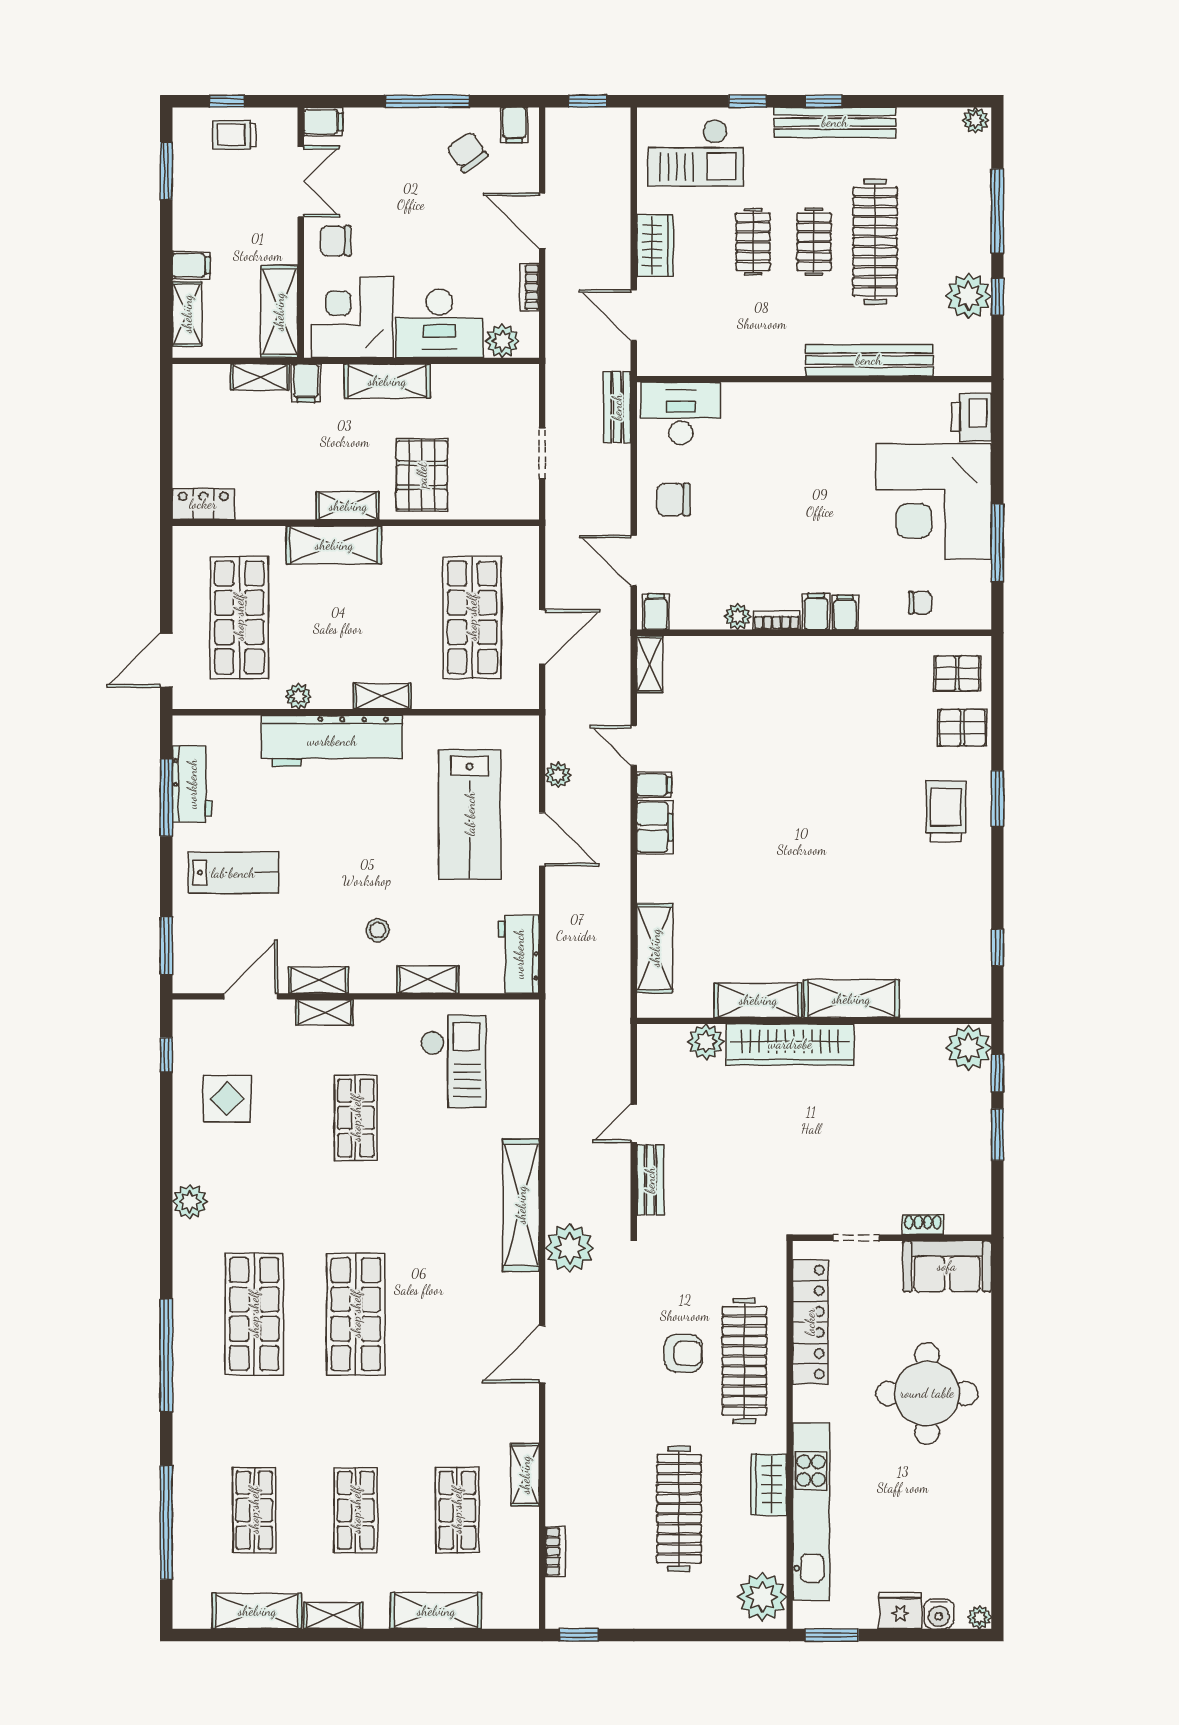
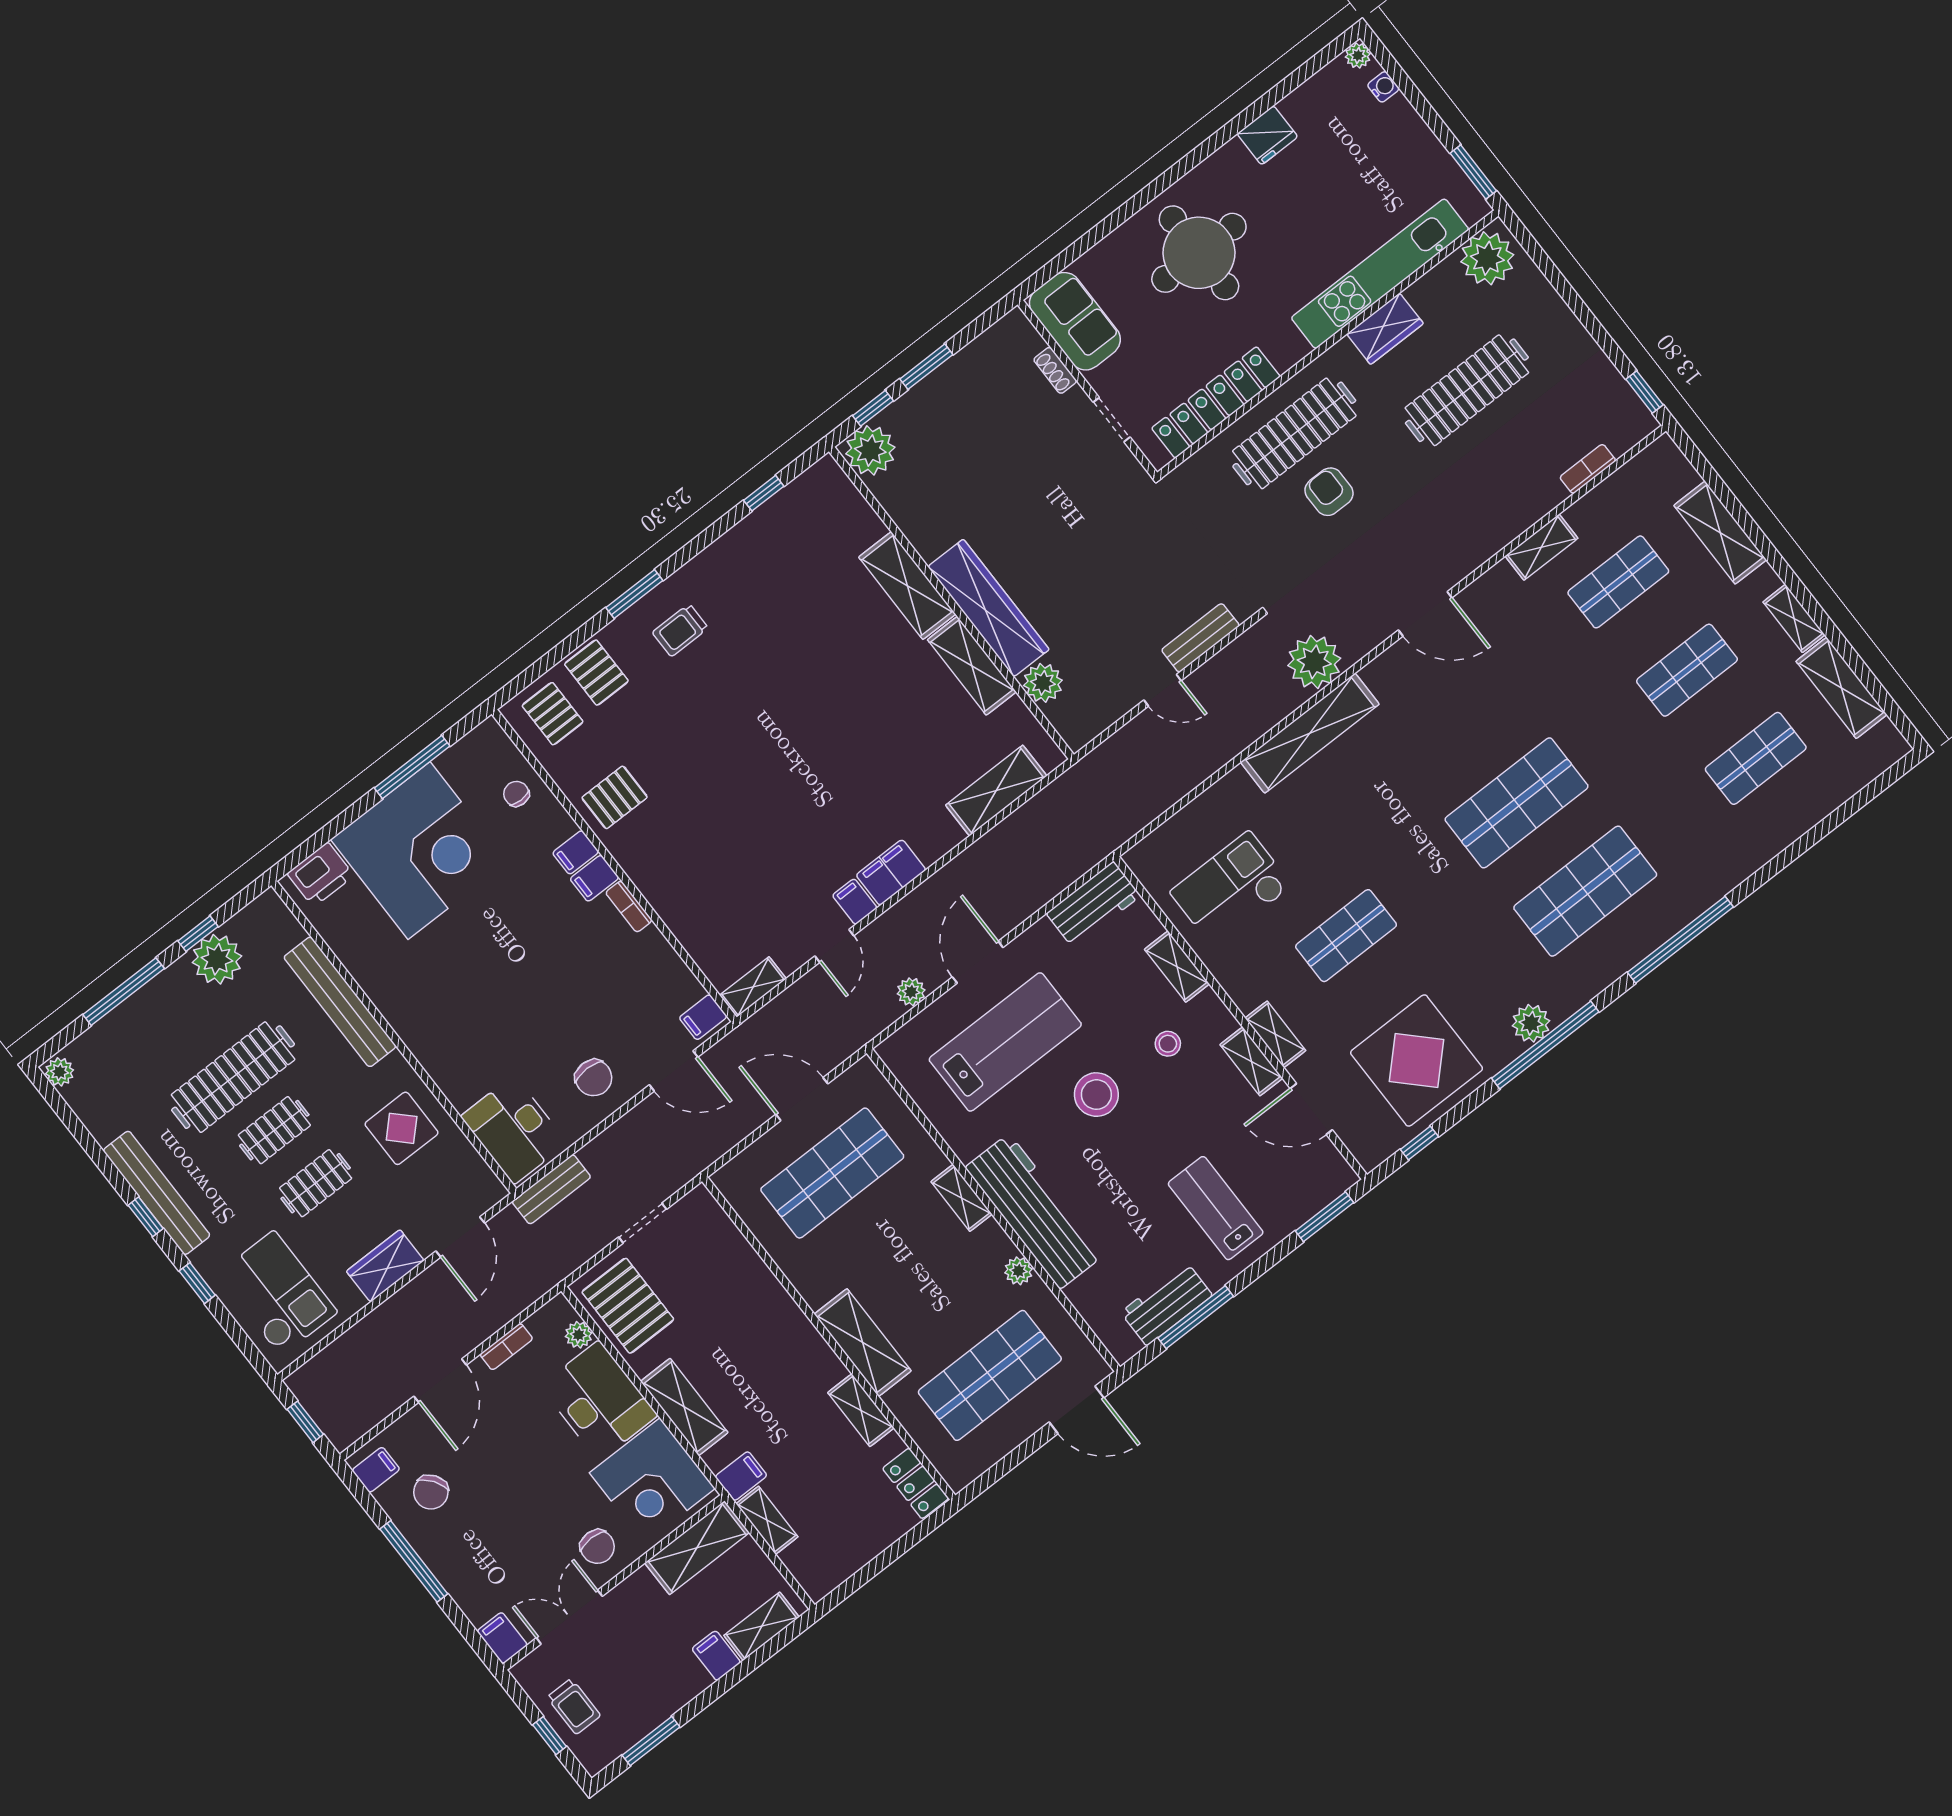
display table: (744, 334) -> (402, 1128), added
plant: (502, 341) -> (579, 1335), width x0.73, depth x0.73
pallet: (422, 475) -> (628, 1306), moved, turned 90
shelving: (348, 506) -> (861, 1410), moved
door: (634, 561) -> (674, 1071), hinge flipped
plant: (738, 617) -> (652, 943), removed
pallet: (863, 671) -> (615, 797), added
trolley: (946, 811) -> (680, 630), width x0.73, depth x0.72
stool: (381, 850) -> (1096, 1095), added
display table: (227, 1099) -> (1417, 1061), width x1.86, depth x1.86
window: (166, 1523) -> (1545, 1045), moved
fridge: (900, 1611) -> (1267, 135), moved, turned -90
water cooler: (939, 1614) -> (1383, 87), width x0.72, depth x0.72

